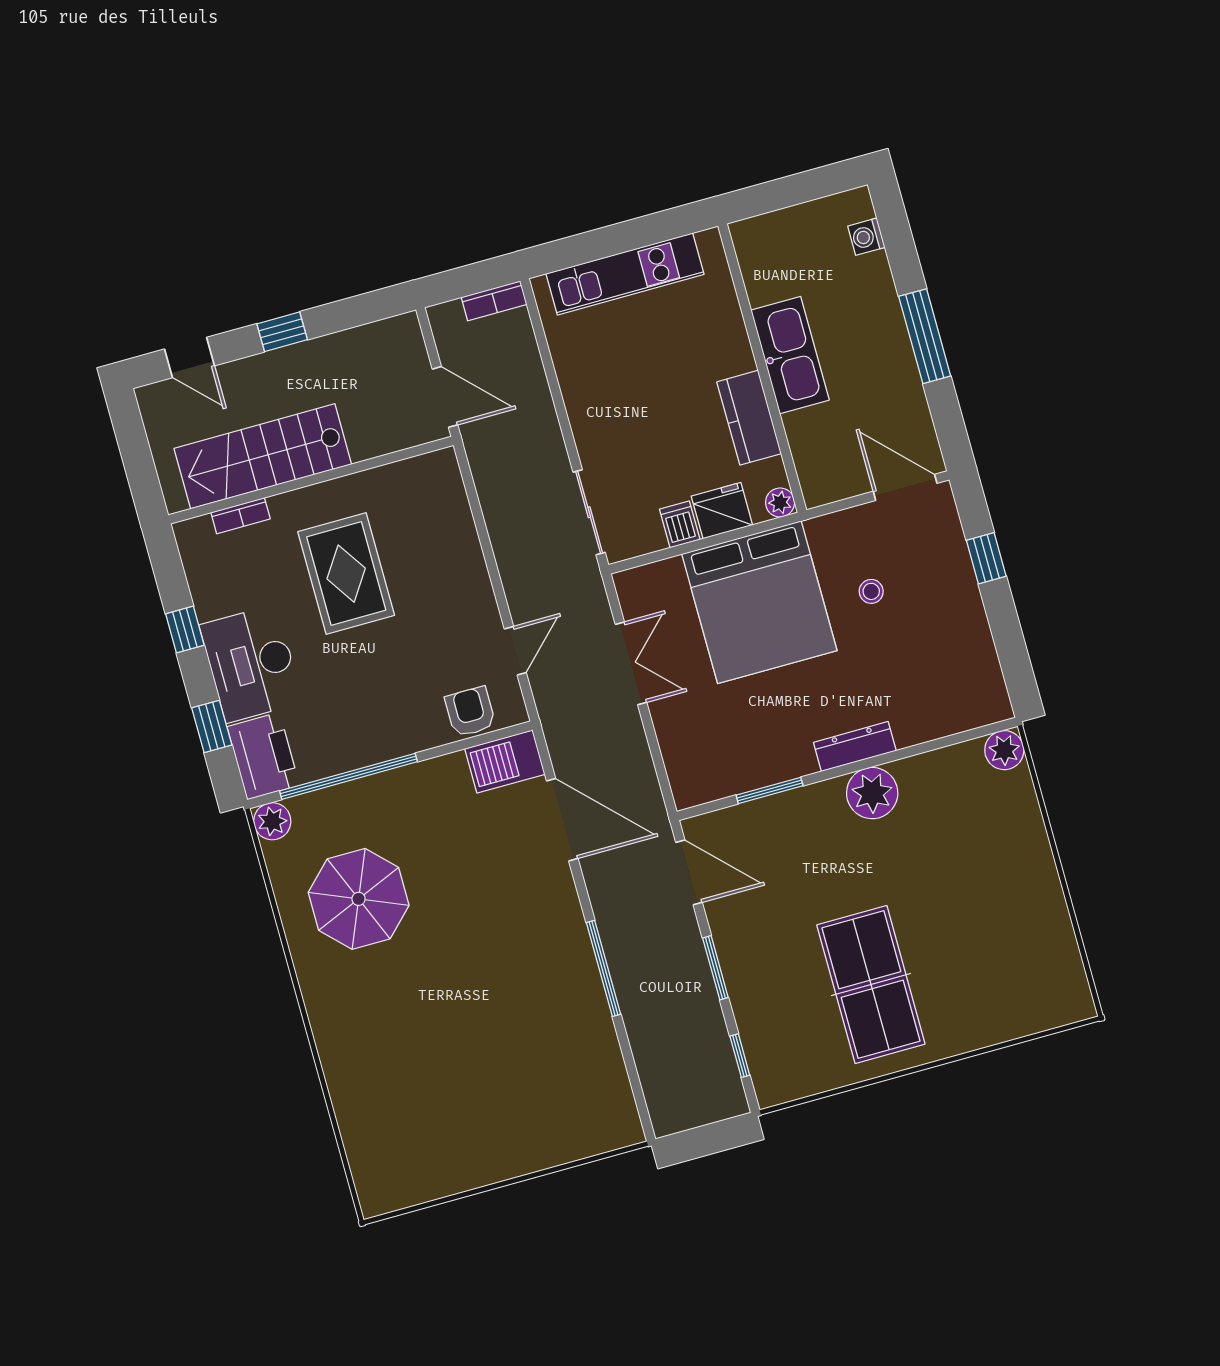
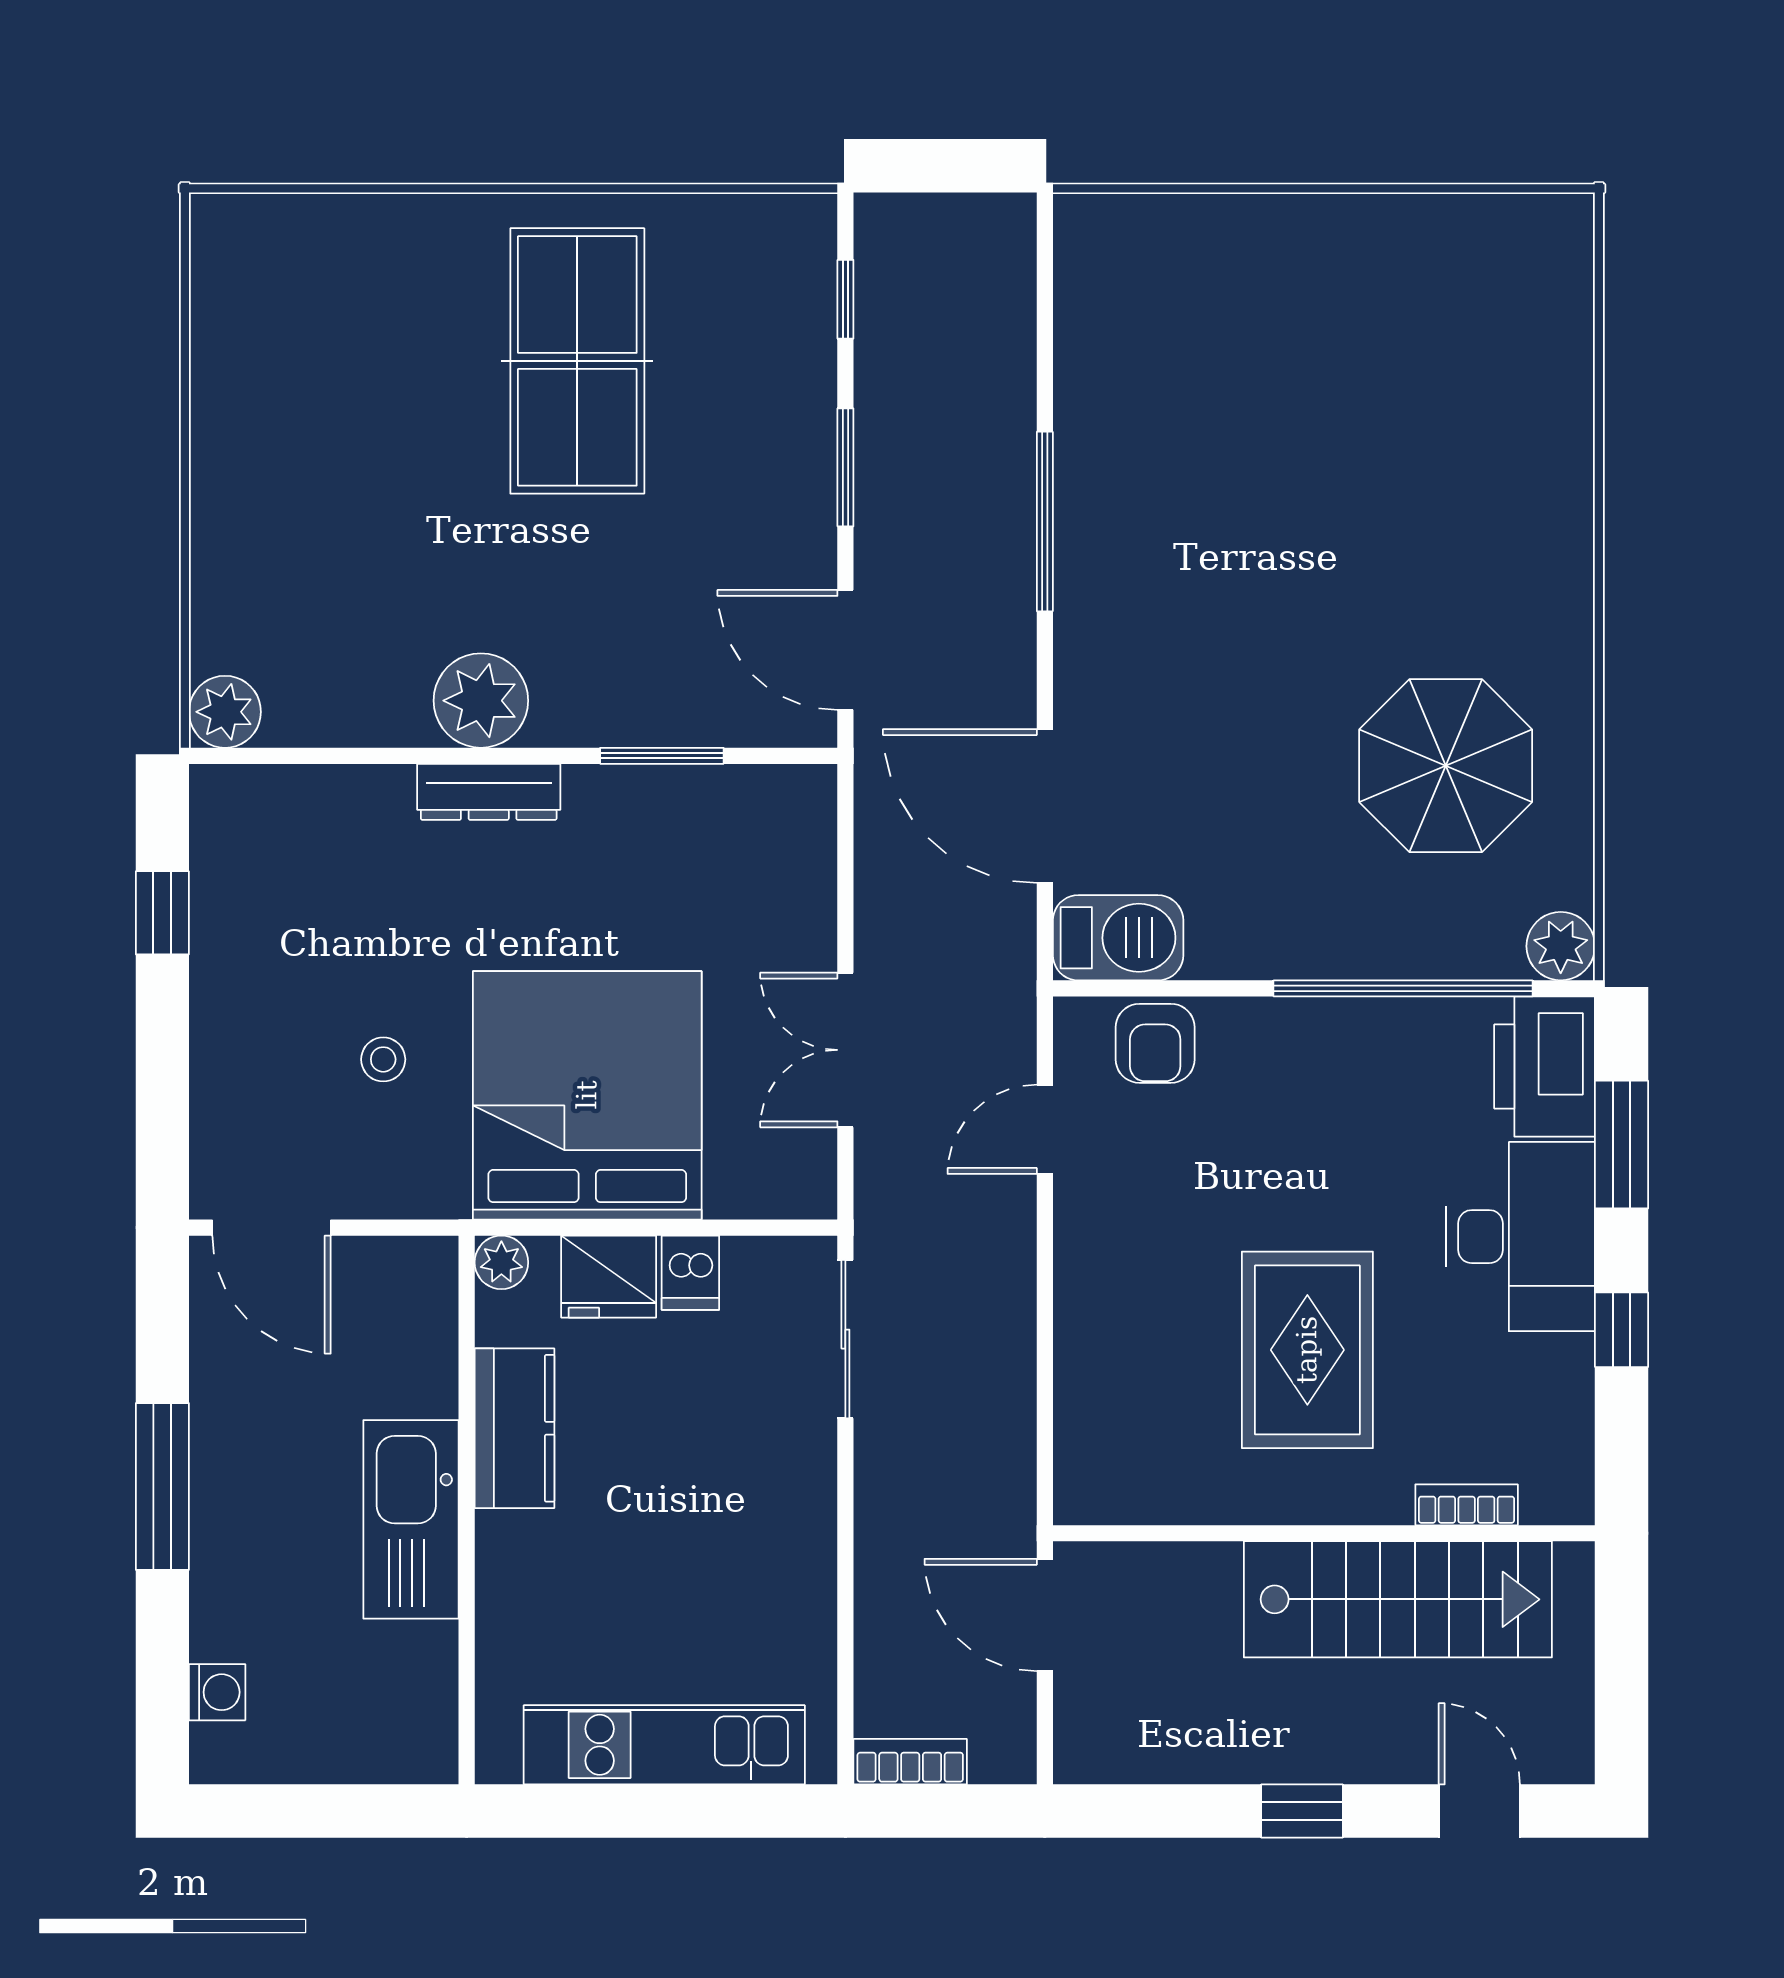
window: (986, 558) -> (162, 913), moved
window: (212, 726) -> (1622, 1145), width x1.50

